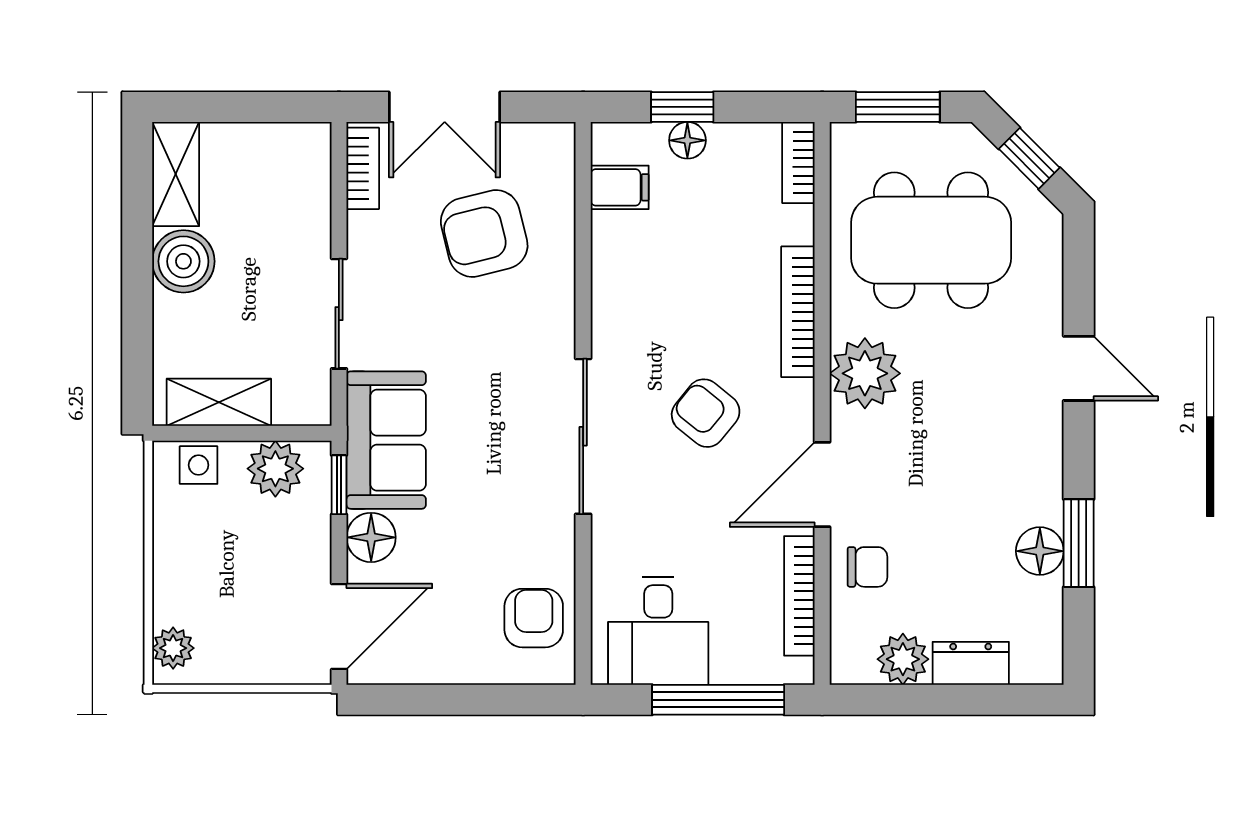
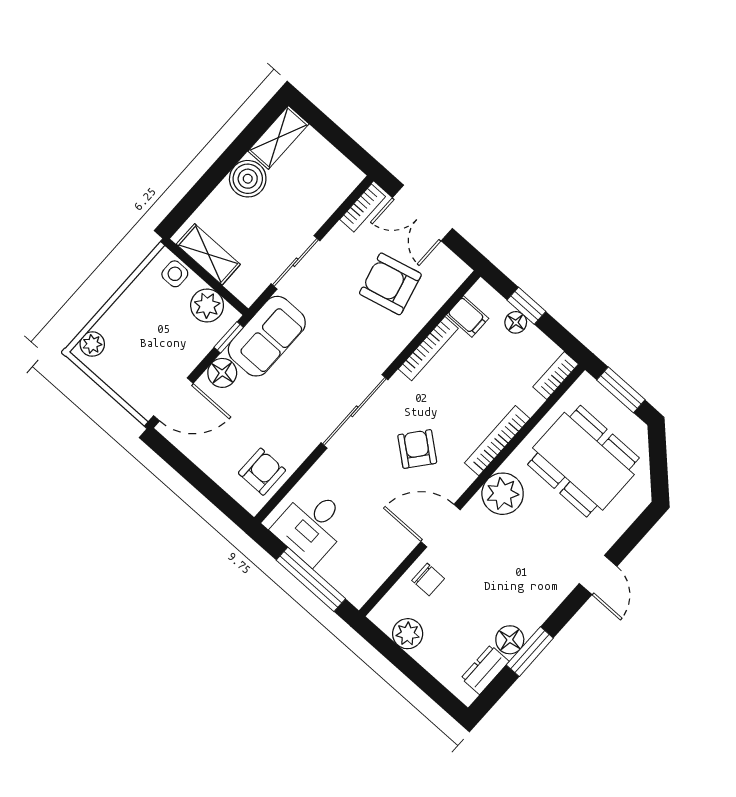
window: (1029, 158) -> (658, 464), removed
bookcase: (799, 596) -> (428, 349), moved, turned 180
dresser: (971, 663) -> (485, 670), moved, turned -90

